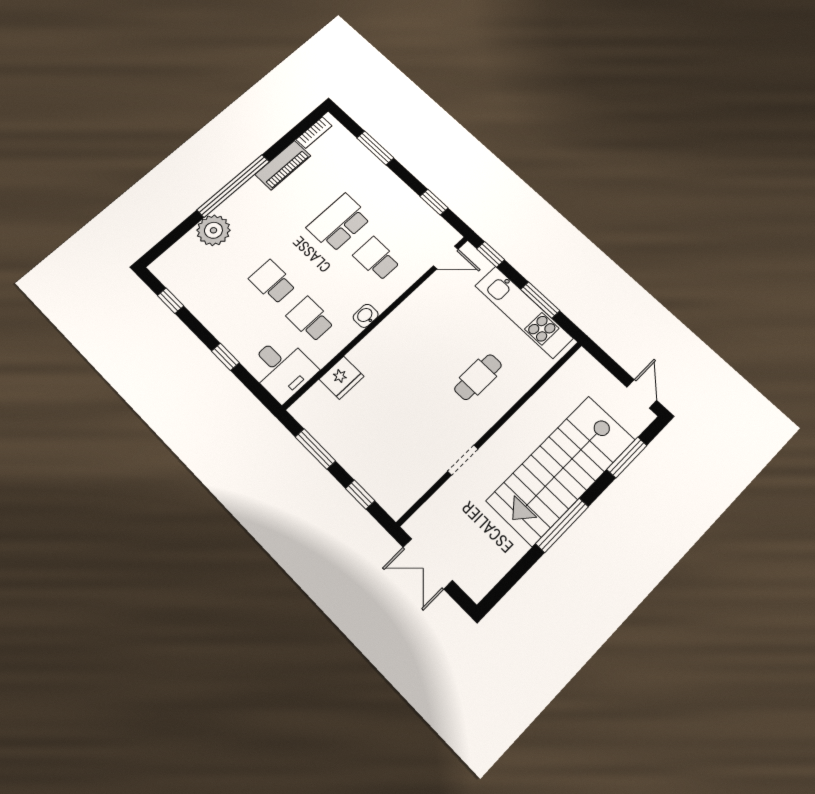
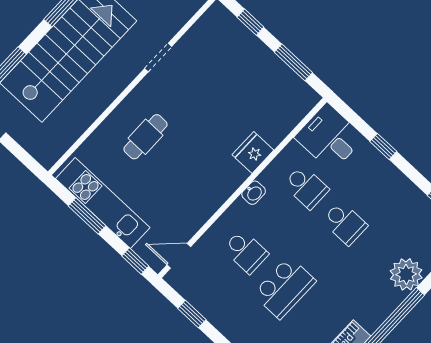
fridge: (341, 378) -> (253, 152), moved

